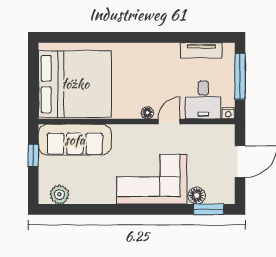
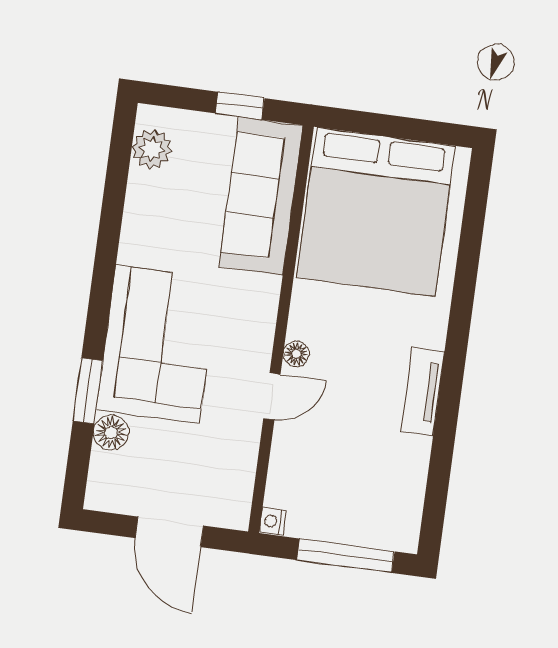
tv unit: (201, 50) -> (423, 392), moved
desk: (203, 100) -> (307, 473), removed
door: (169, 122) -> (272, 396), hinge flipped
window: (209, 209) -> (88, 391), moved

